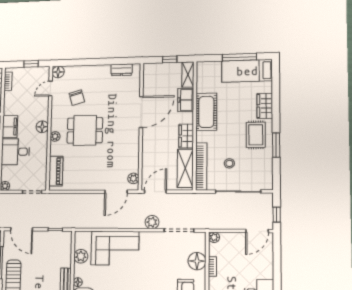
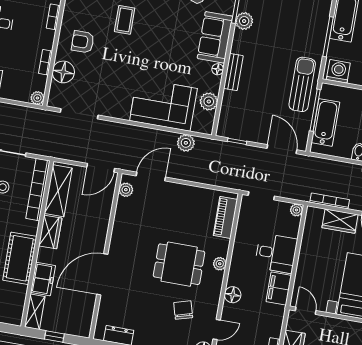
floor lamp: (42, 127) -> (233, 295), moved
plant: (152, 222) -> (186, 143), moved

